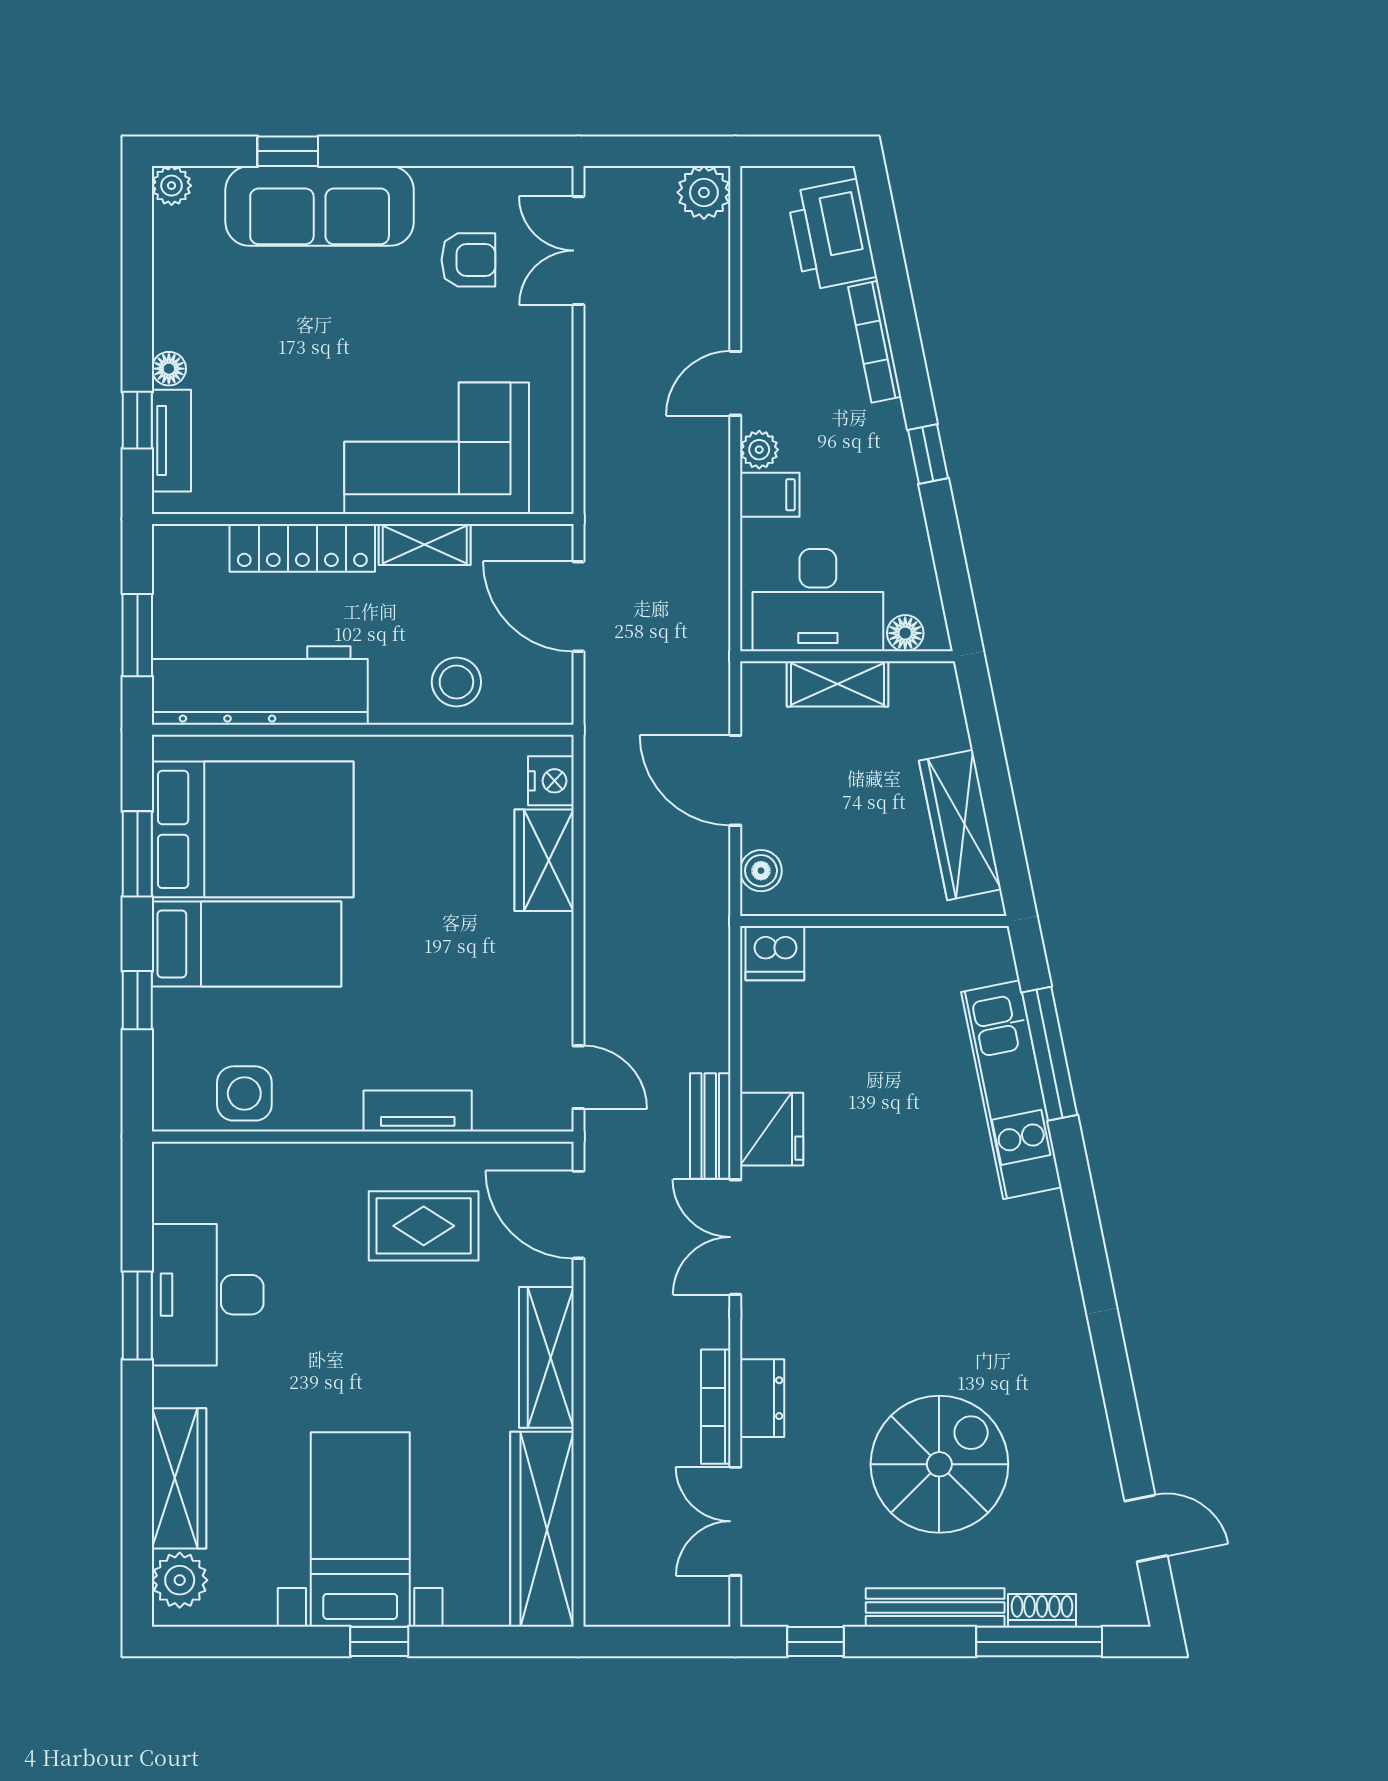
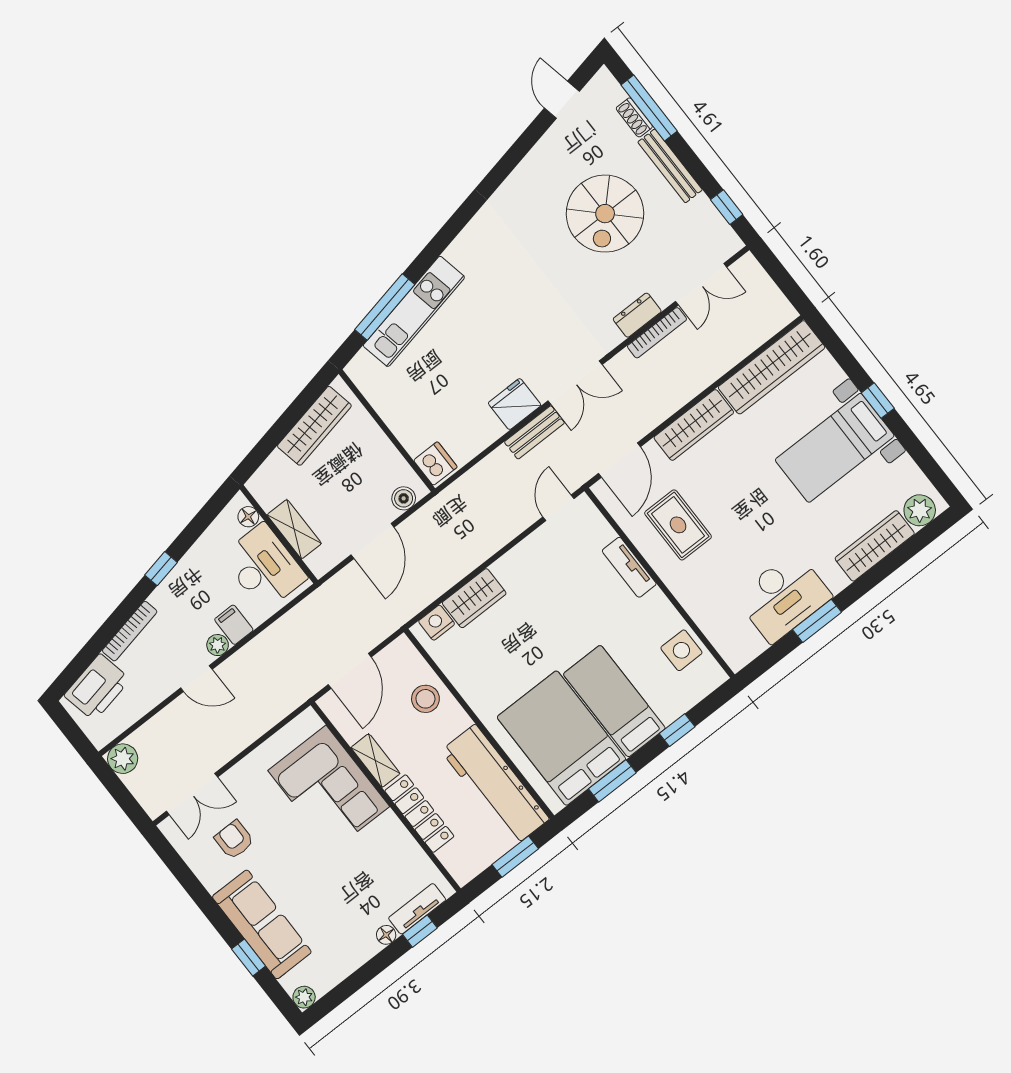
spiral stairs: (939, 1464) -> (605, 214), turned -90

